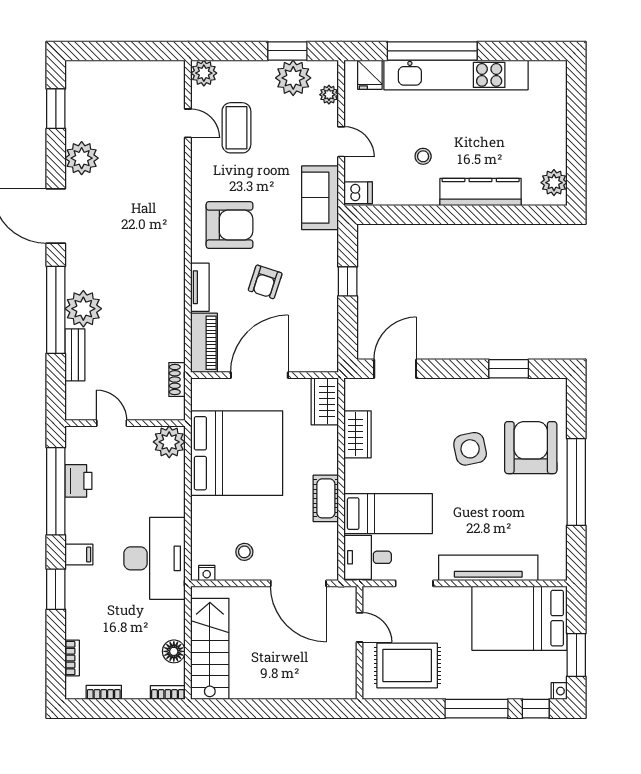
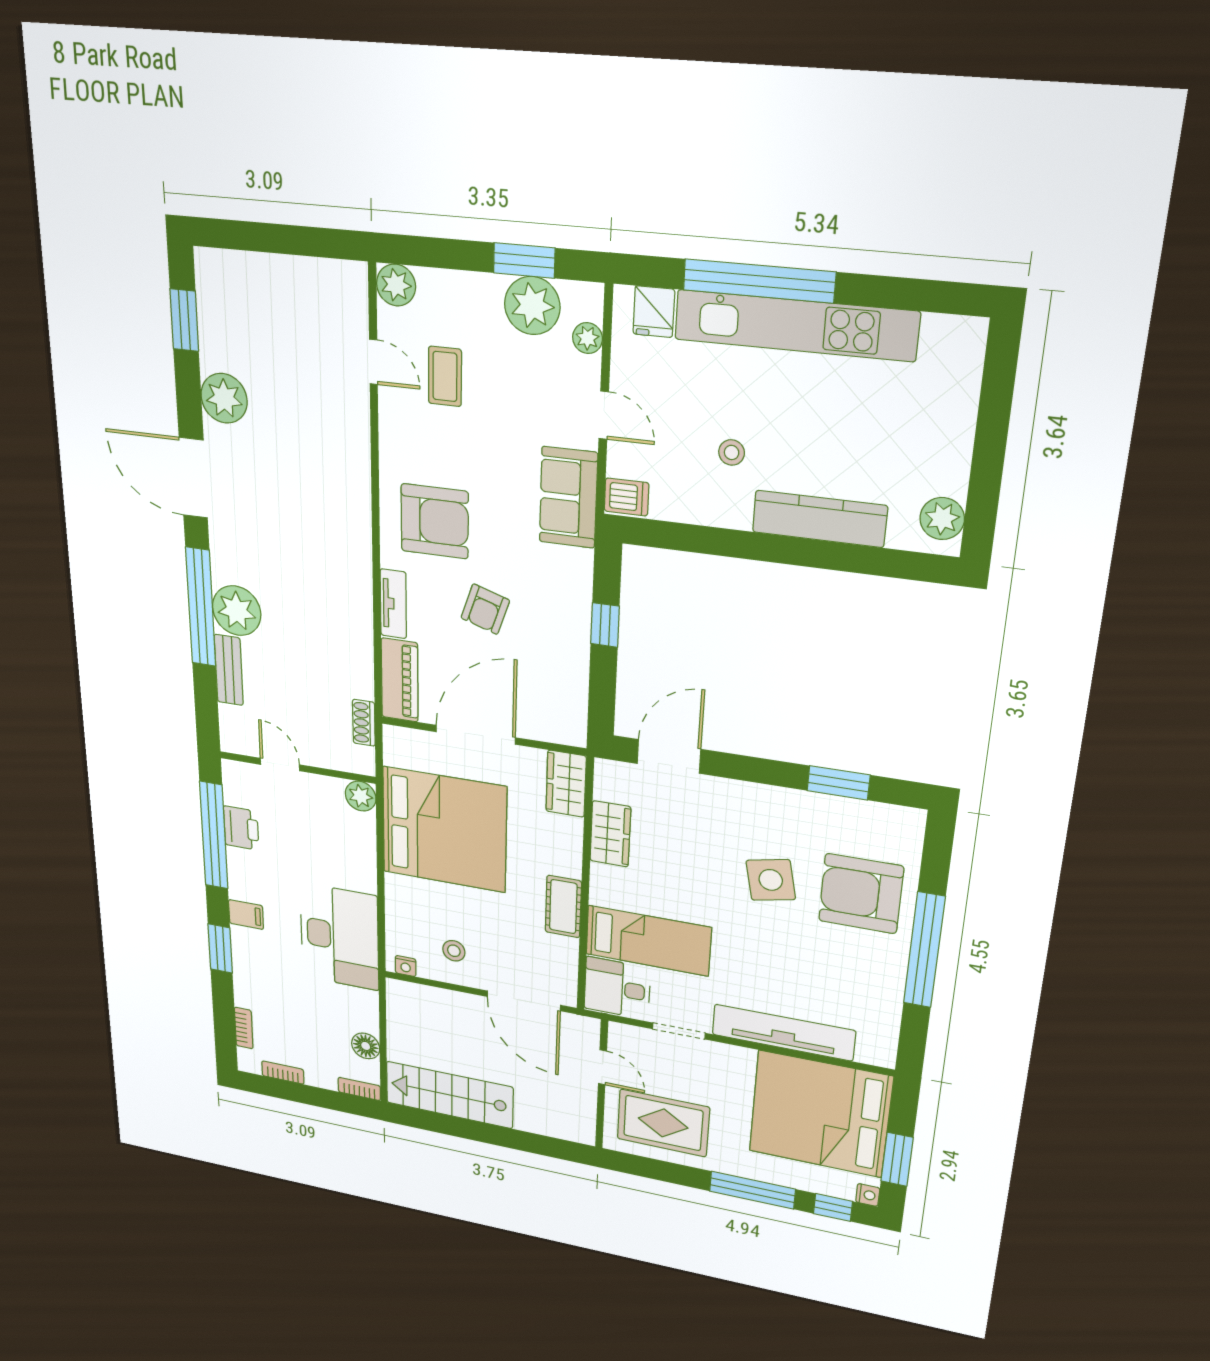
coffee table: (236, 128) -> (445, 376), width x0.73, depth x0.77
plant: (169, 442) -> (361, 796), width x0.73, depth x0.73
armchair: (531, 448) -> (861, 894), turned -90
bed: (520, 618) -> (820, 1114), width x1.36
stairs: (210, 649) -> (449, 1095), moved, turned -90

